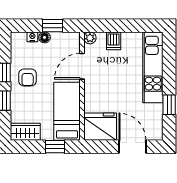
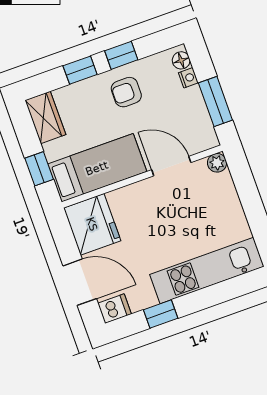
window: (53, 26) -> (215, 102), width x1.50
floor lamp: (44, 37) -> (181, 60), moved
dishwasher: (114, 41) -> (114, 309), moved, turned 180
door: (132, 147) -> (80, 282), hinge flipped

